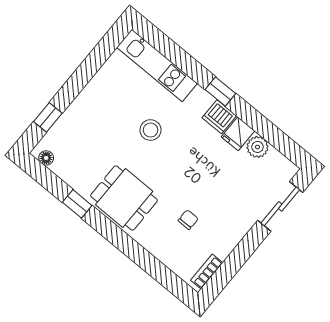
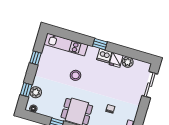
window: (91, 66) -> (36, 58), added
plant: (63, 130) -> (36, 92), added

